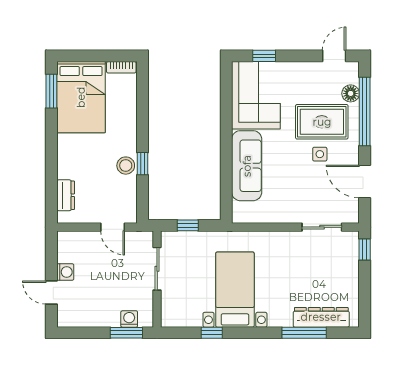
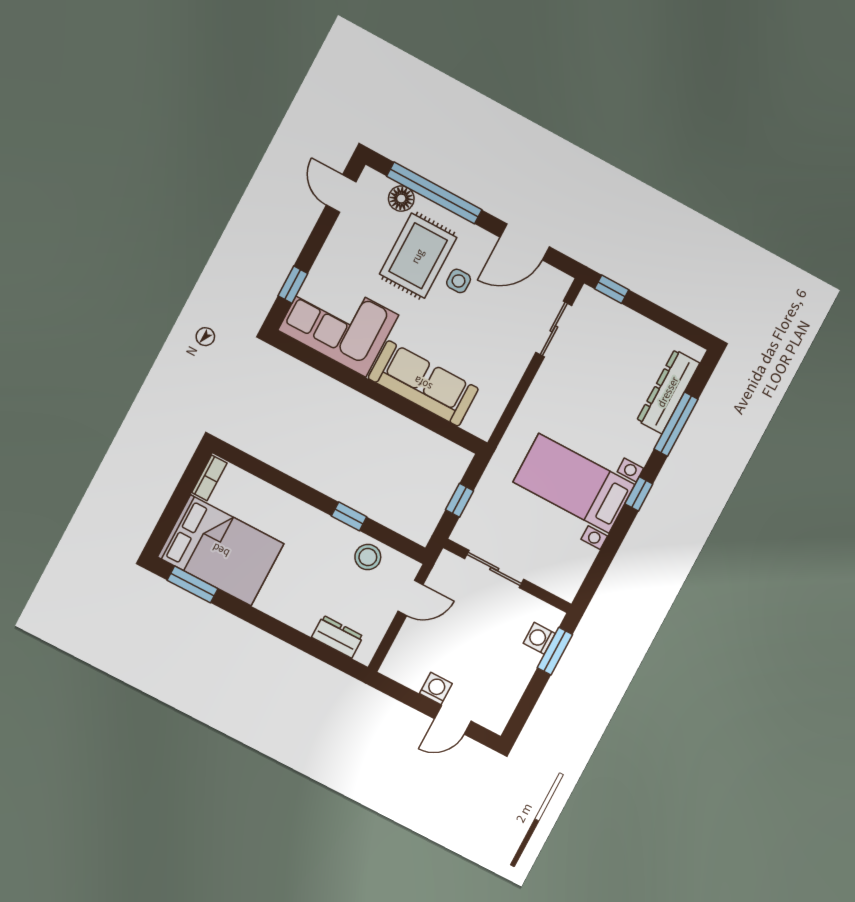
stool: (126, 166) -> (368, 557), moved
window: (212, 333) -> (639, 494), moved

